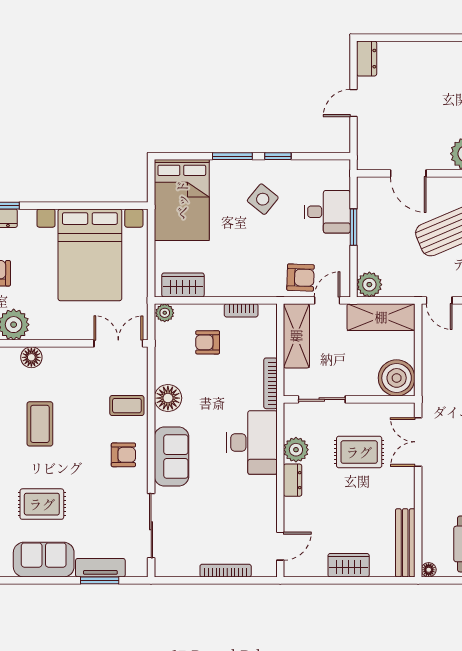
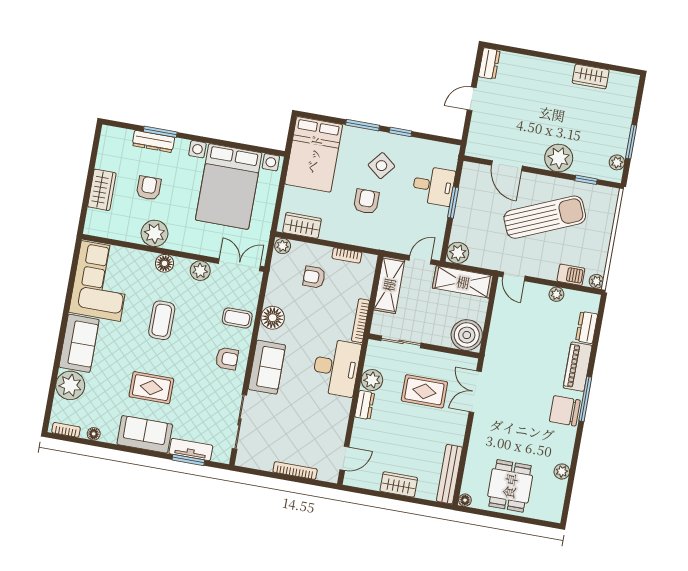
armchair: (300, 278) -> (366, 202), moved, turned -92
plant: (74, 358) -> (200, 271), added

